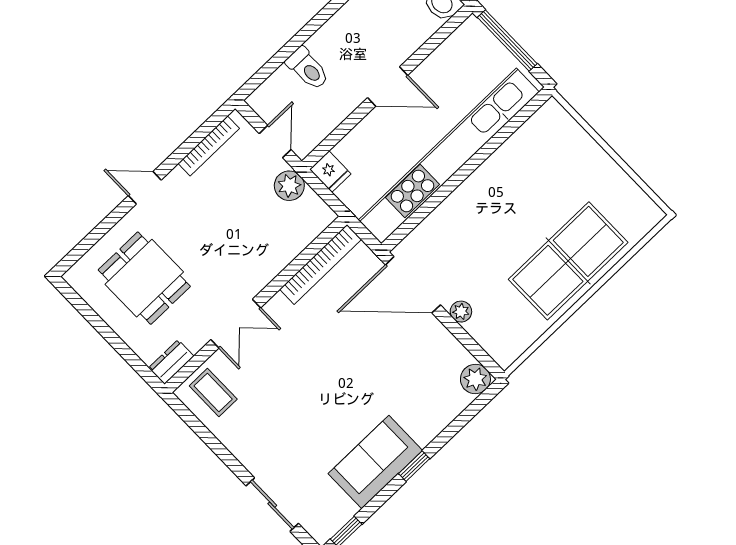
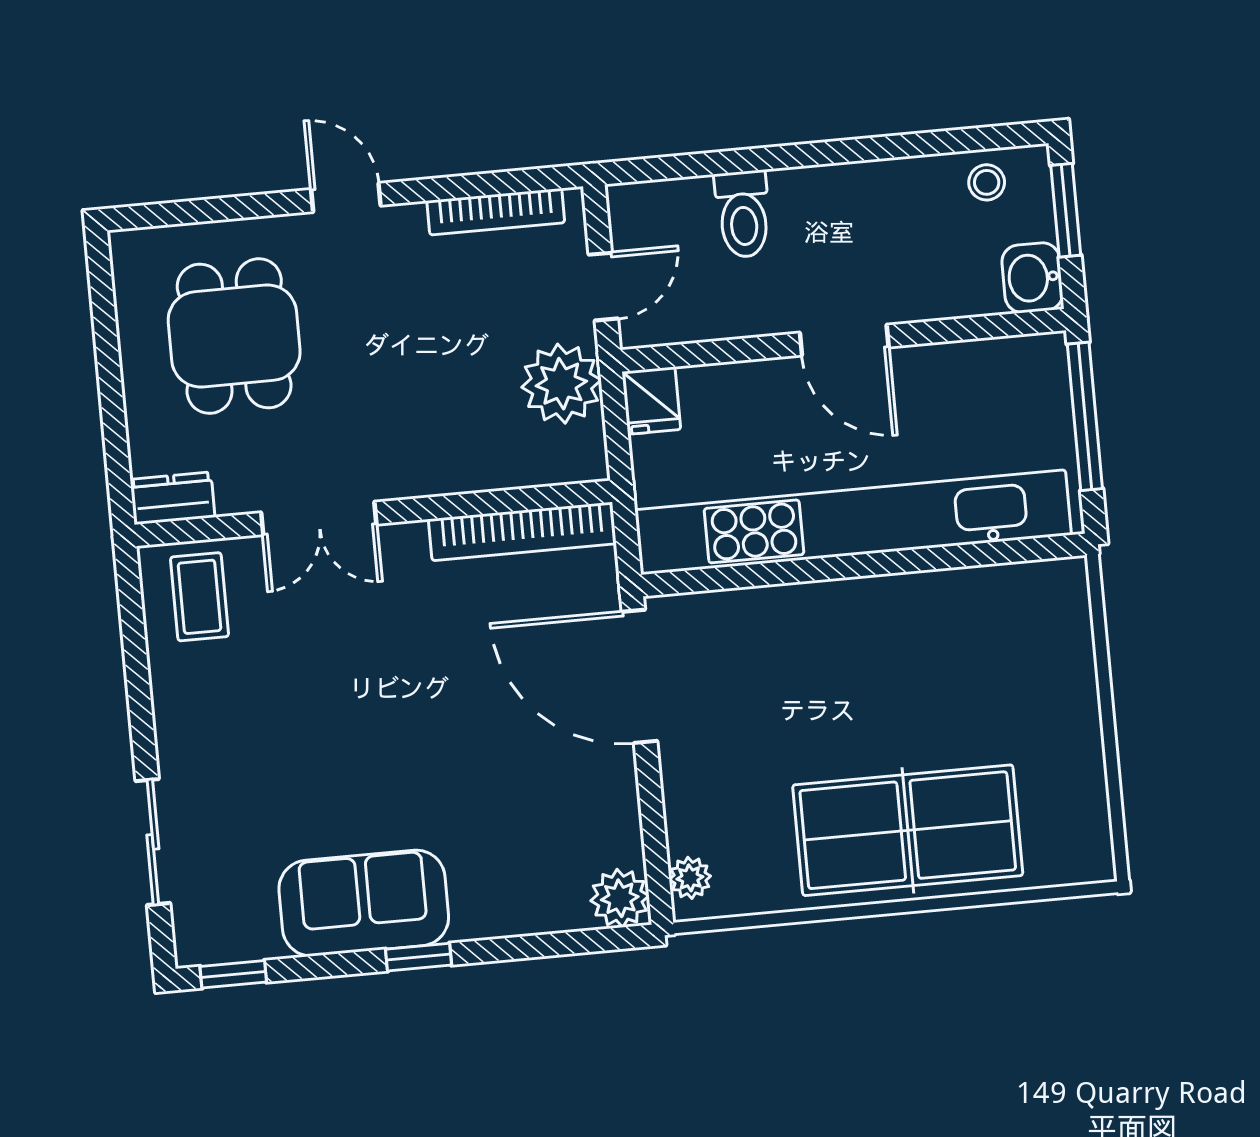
plant: (289, 186) -> (561, 384), width x1.36, depth x1.36
plant: (461, 312) -> (690, 878), moved

